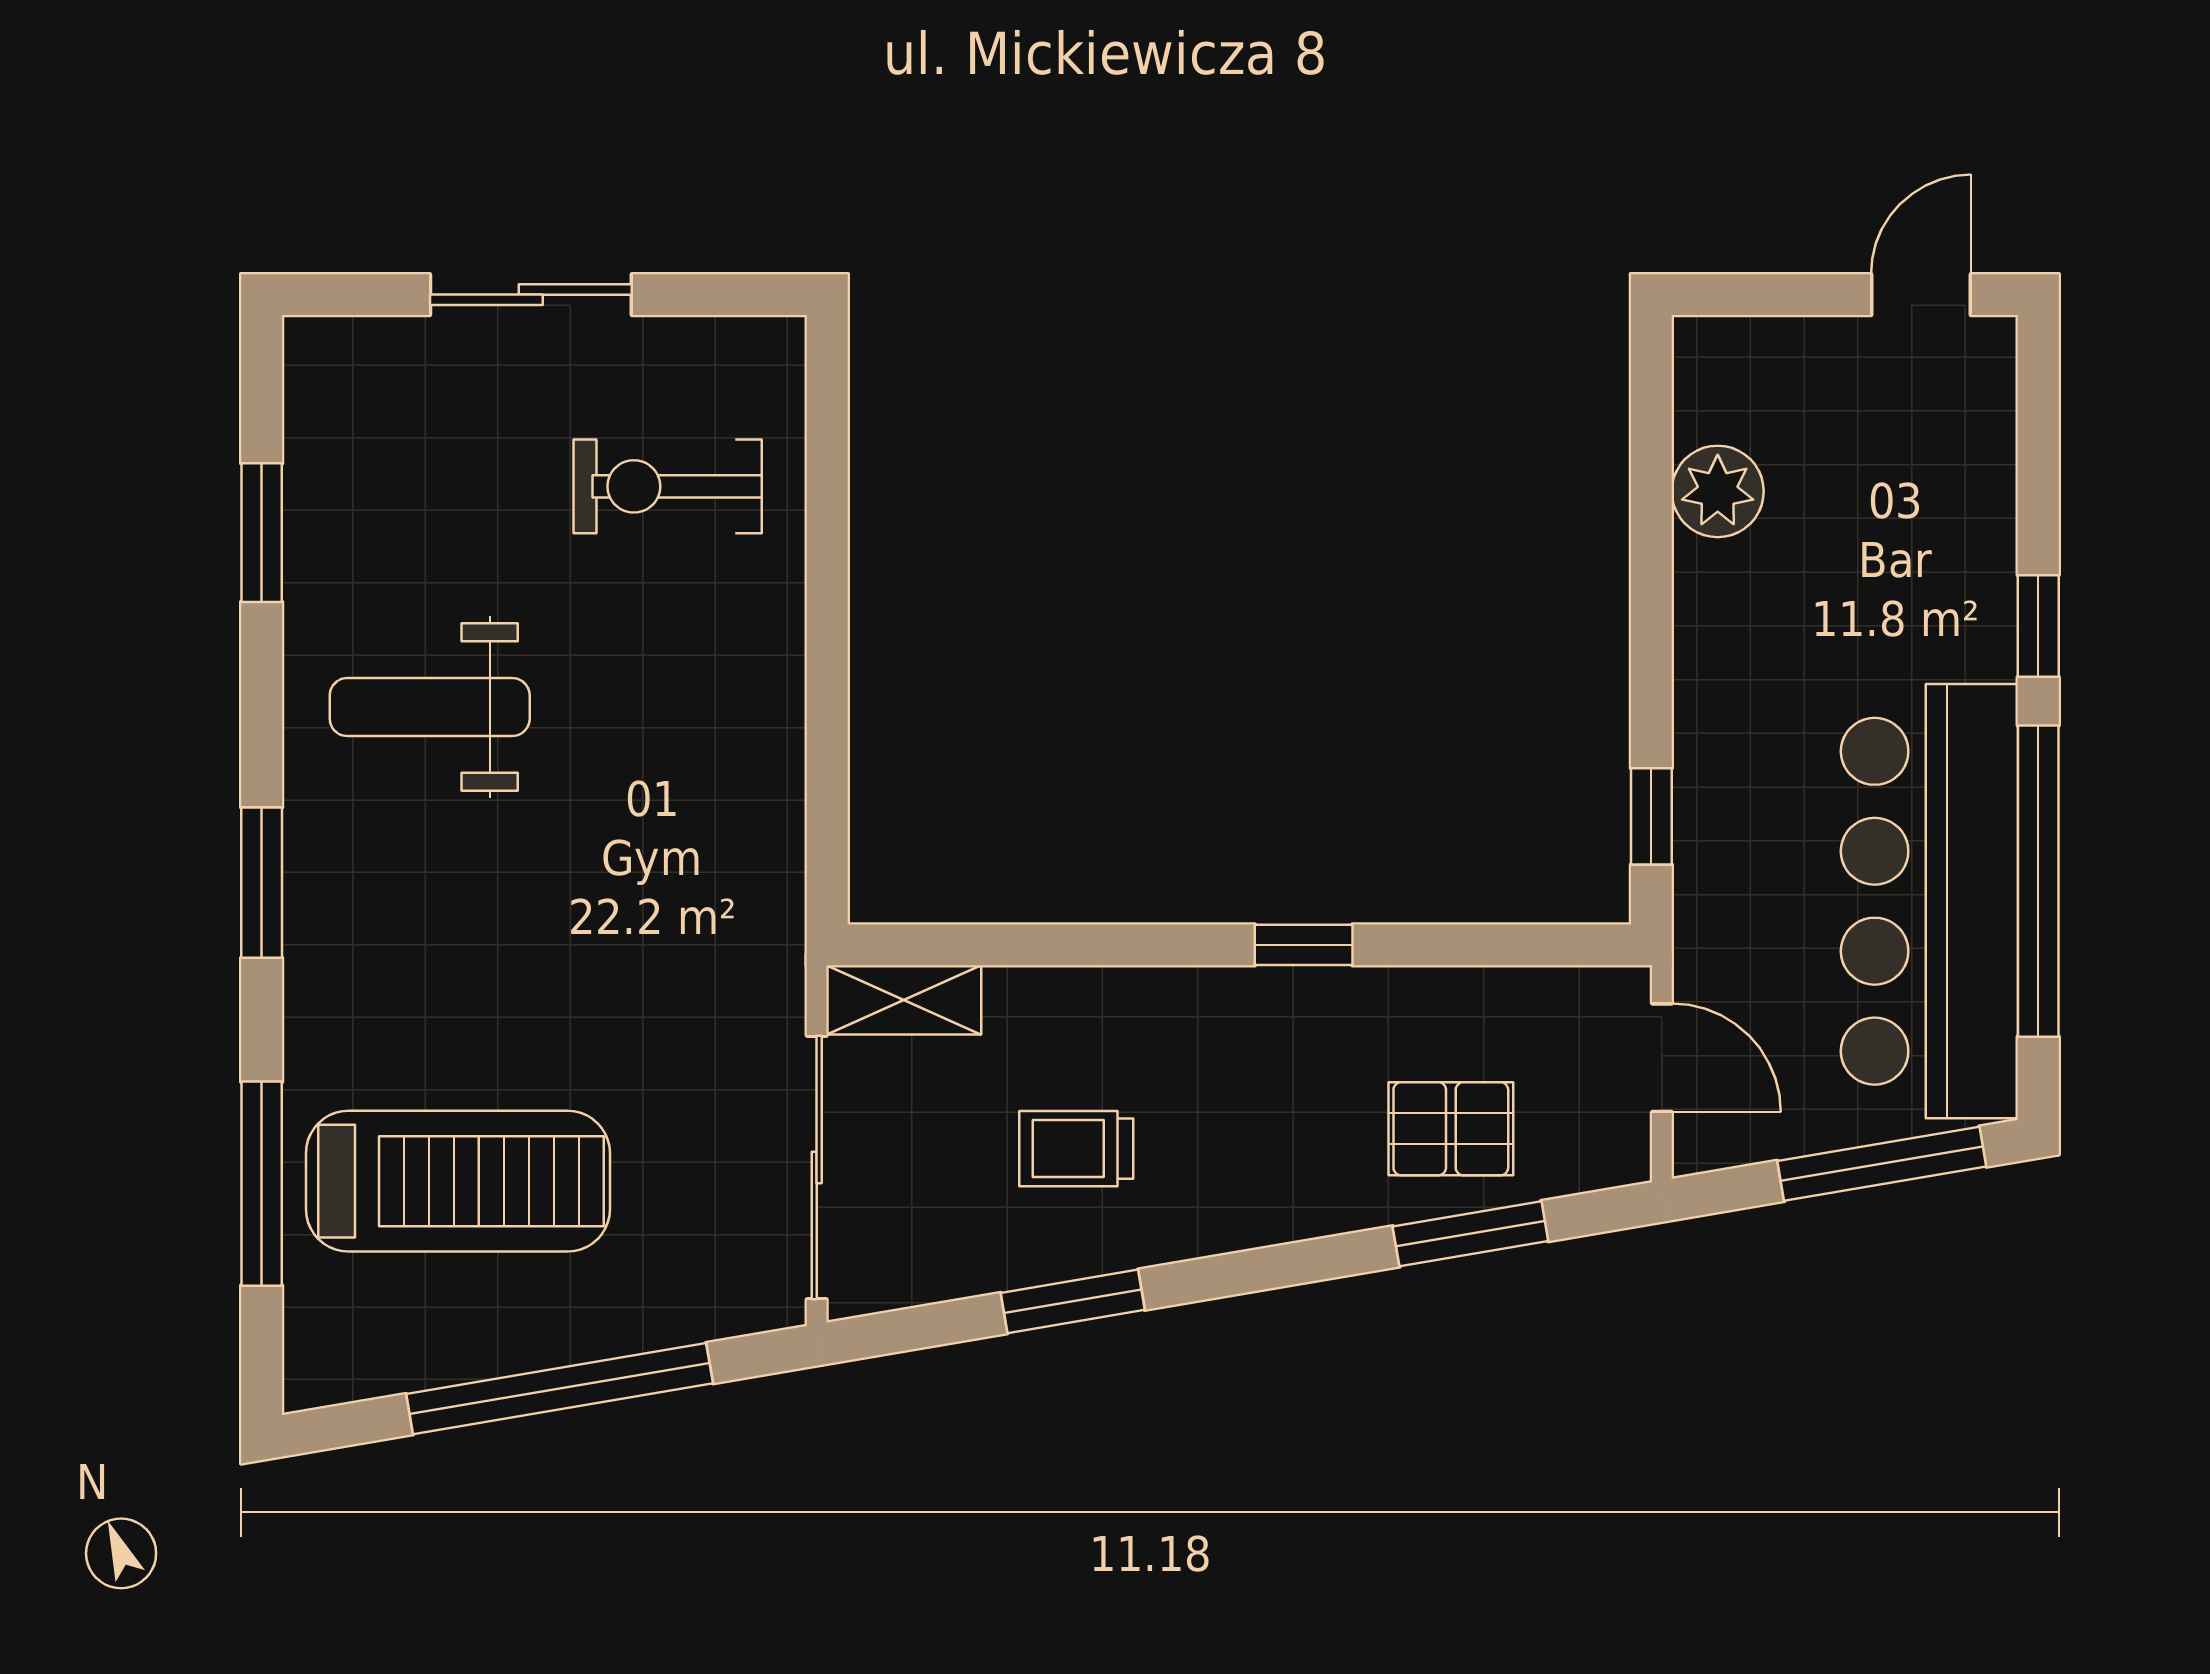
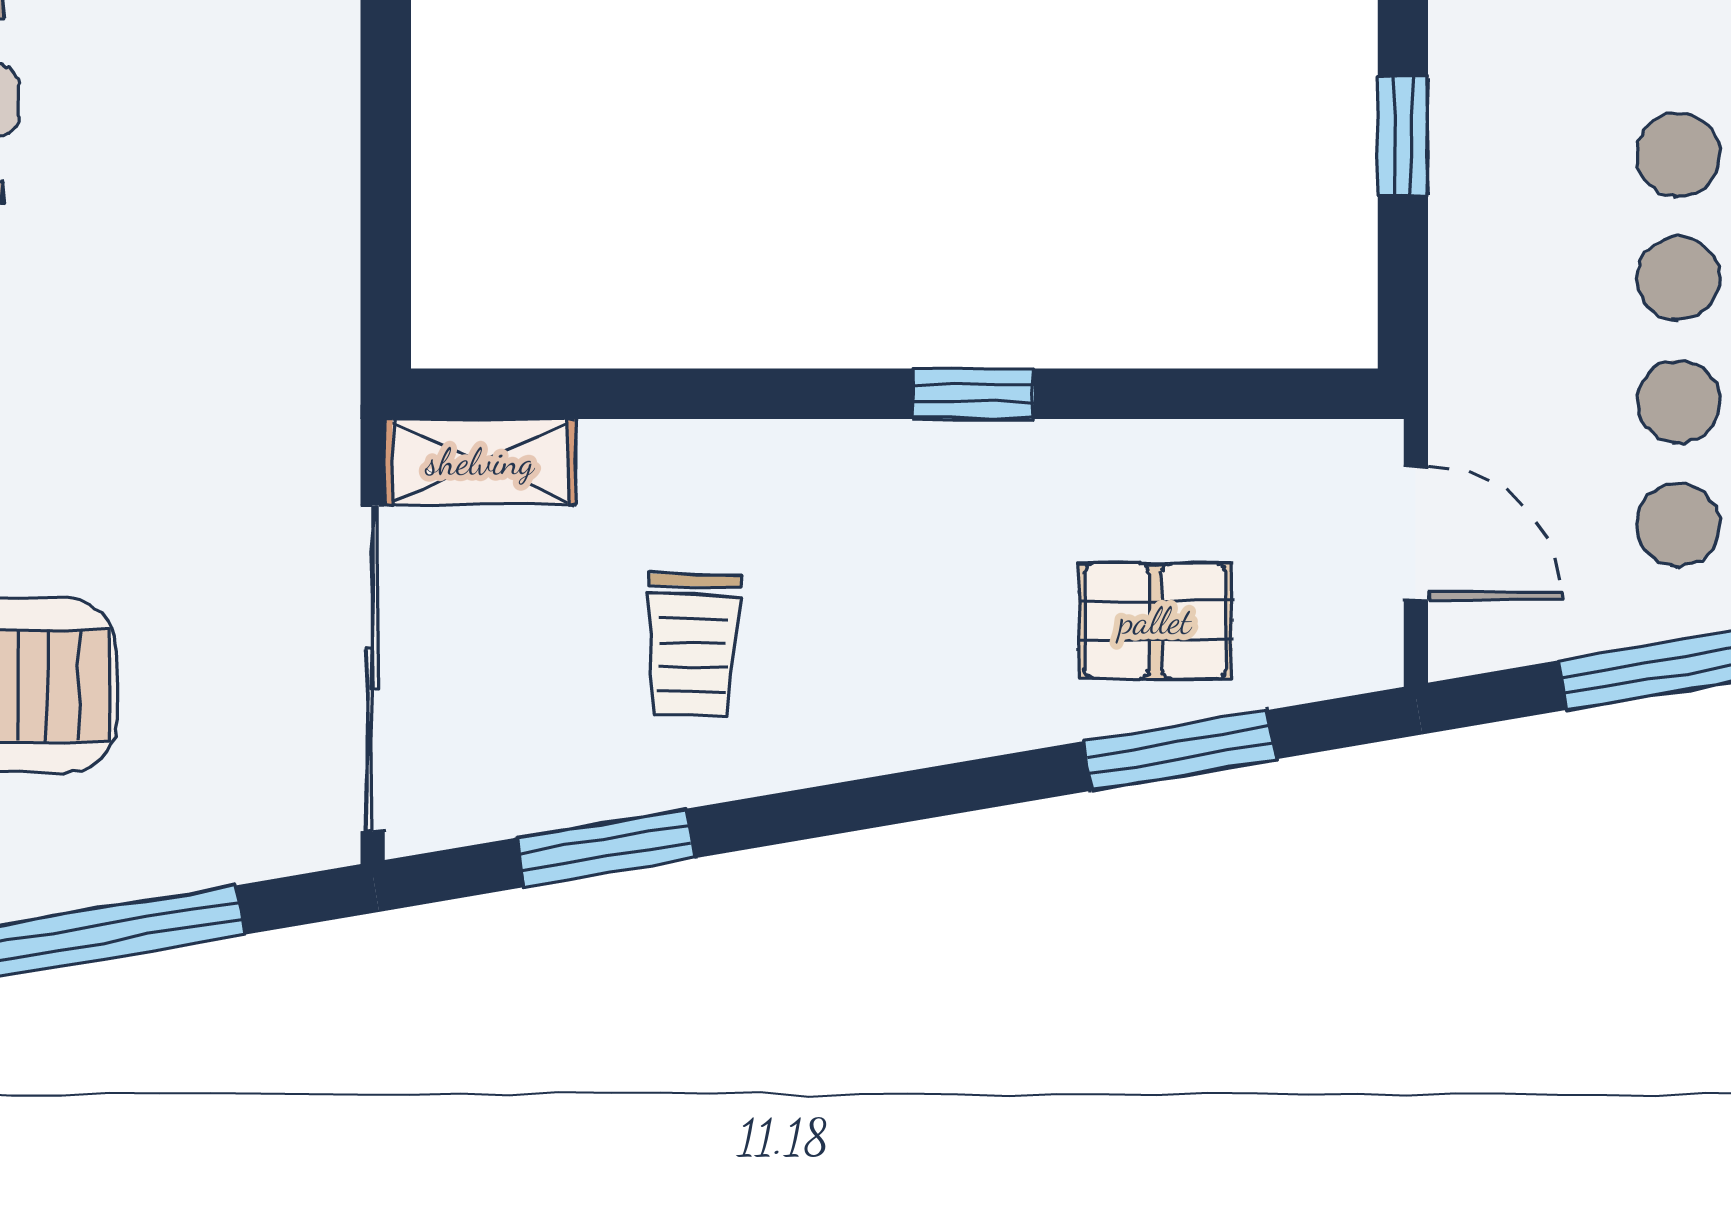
window: (1651, 816) -> (1403, 136), moved
trolley: (1076, 1149) -> (693, 645), turned -88
window: (1073, 1301) -> (606, 848), moved

